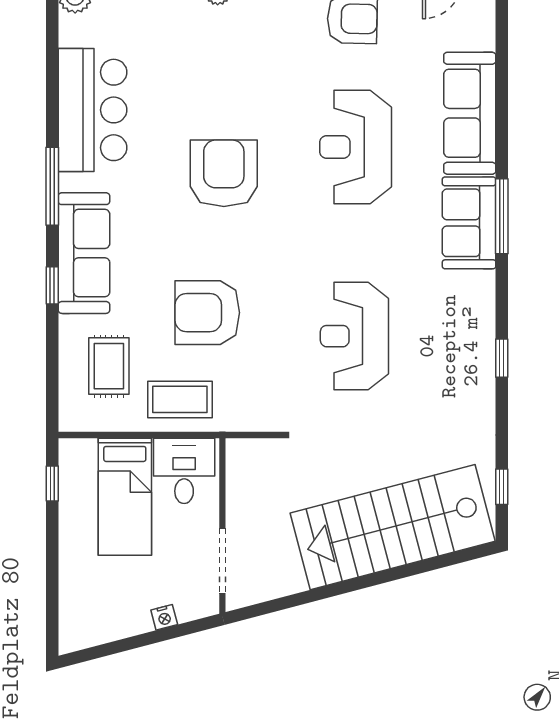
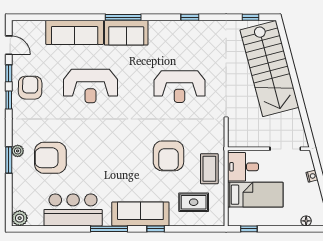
armchair: (224, 173) -> (50, 158), moved
floor lamp: (69, 605) -> (306, 221), added

